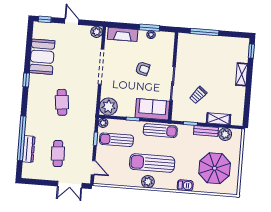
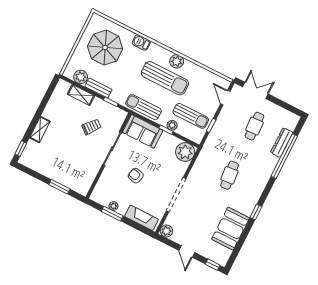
window: (204, 32) -> (59, 187), width x0.69
plant: (103, 123) -> (172, 125), moved

